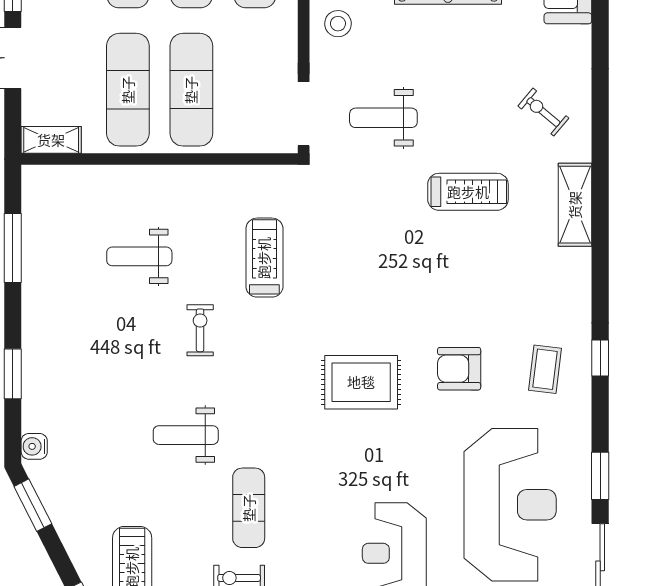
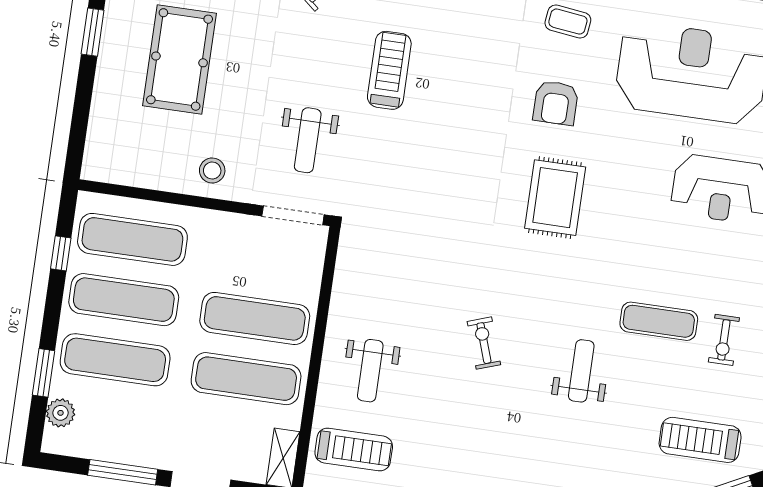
weight bench: (139, 256) -> (370, 371), moved
treadmill: (264, 258) -> (354, 449), moved, turned 180
exercise bike: (200, 330) -> (484, 343), turned 71
weight bench: (186, 435) -> (581, 371), turned 180

